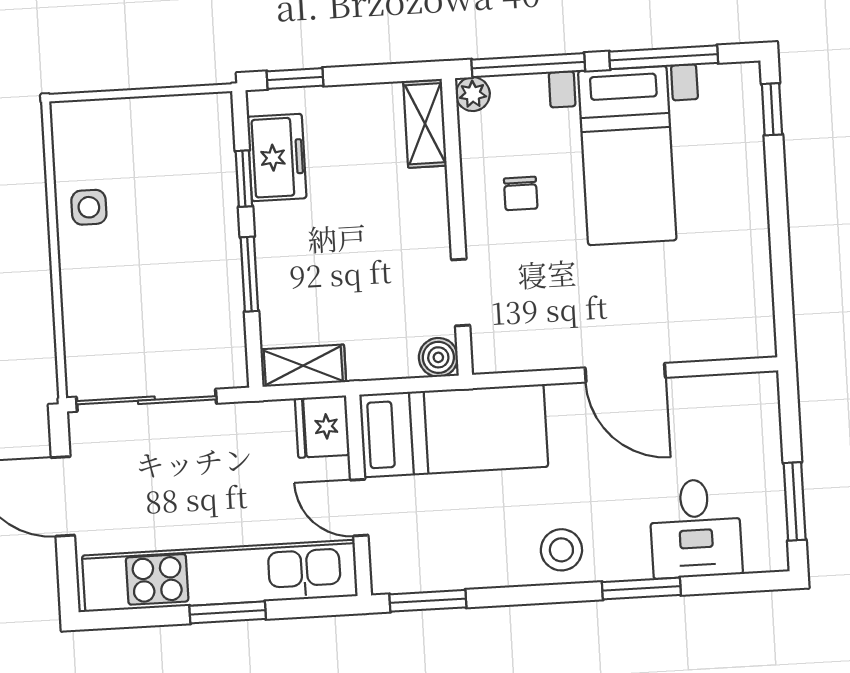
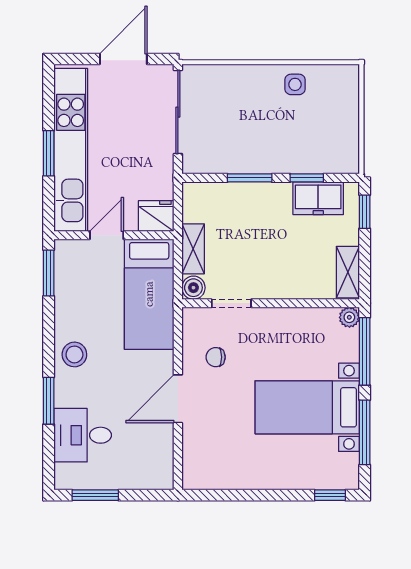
shelving: (425, 124) -> (348, 272), moved, turned 90
chair: (521, 194) -> (216, 357), moved
shelving: (303, 366) -> (193, 249), moved

